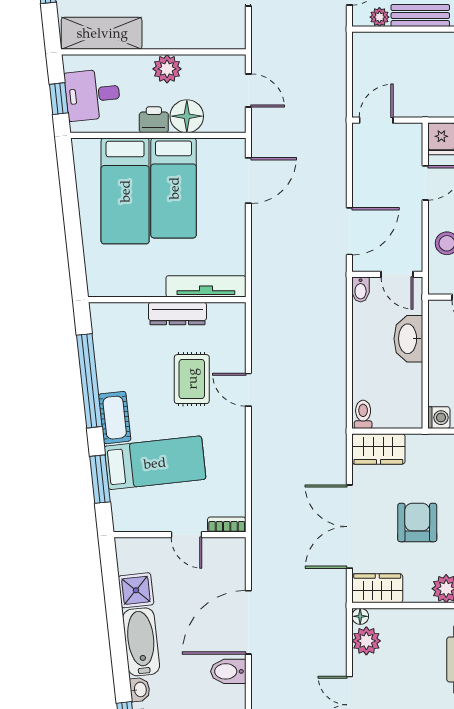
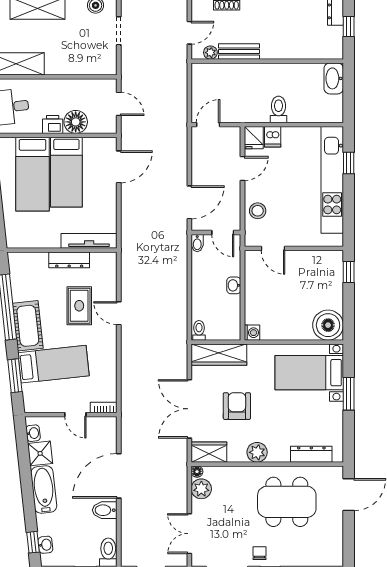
plant: (167, 69) -> (62, 89), removed
washbasin: (408, 339) -> (234, 285), width x0.52, depth x0.69
cot: (115, 418) -> (28, 326), width x1.37, depth x1.34
wardrobe: (378, 449) -> (219, 355), width x1.50
washbasin: (140, 690) -> (33, 433), moved

